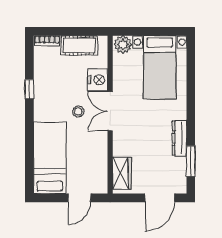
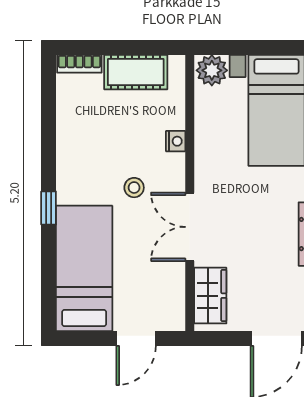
nightstand: (98, 80) -> (176, 141), width x0.53, depth x0.56
window: (29, 89) -> (49, 208), moved
double door: (110, 111) -> (190, 227), moved

